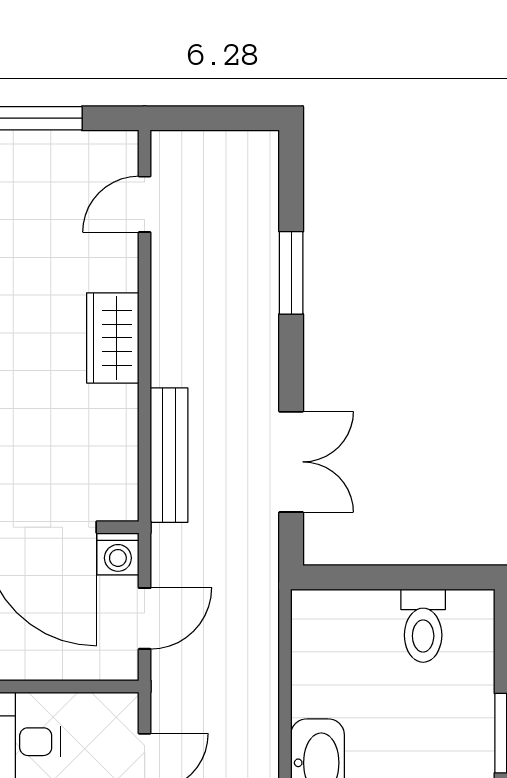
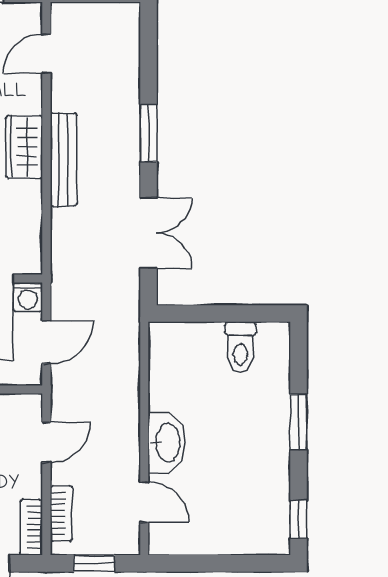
window: (291, 273) -> (148, 133), moved
bench: (169, 455) -> (63, 160), moved

